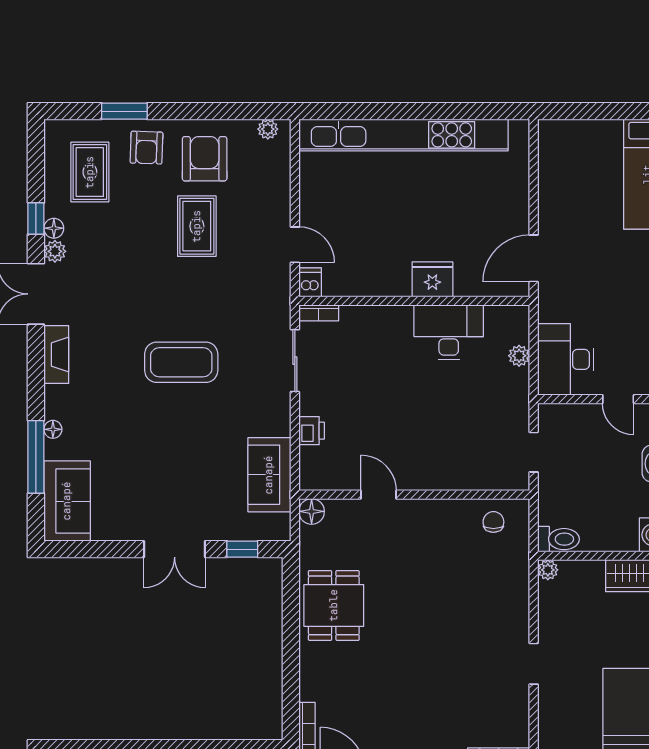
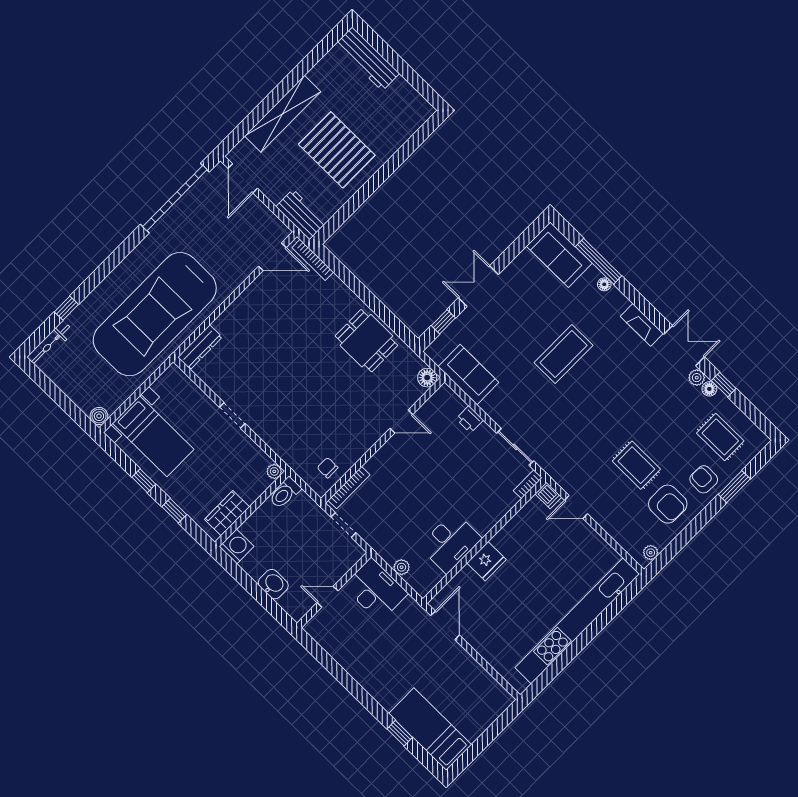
coffee table: (181, 362) -> (563, 354), moved
bookcase: (492, 482) -> (349, 488), added
chair: (493, 522) -> (328, 468), turned 180

